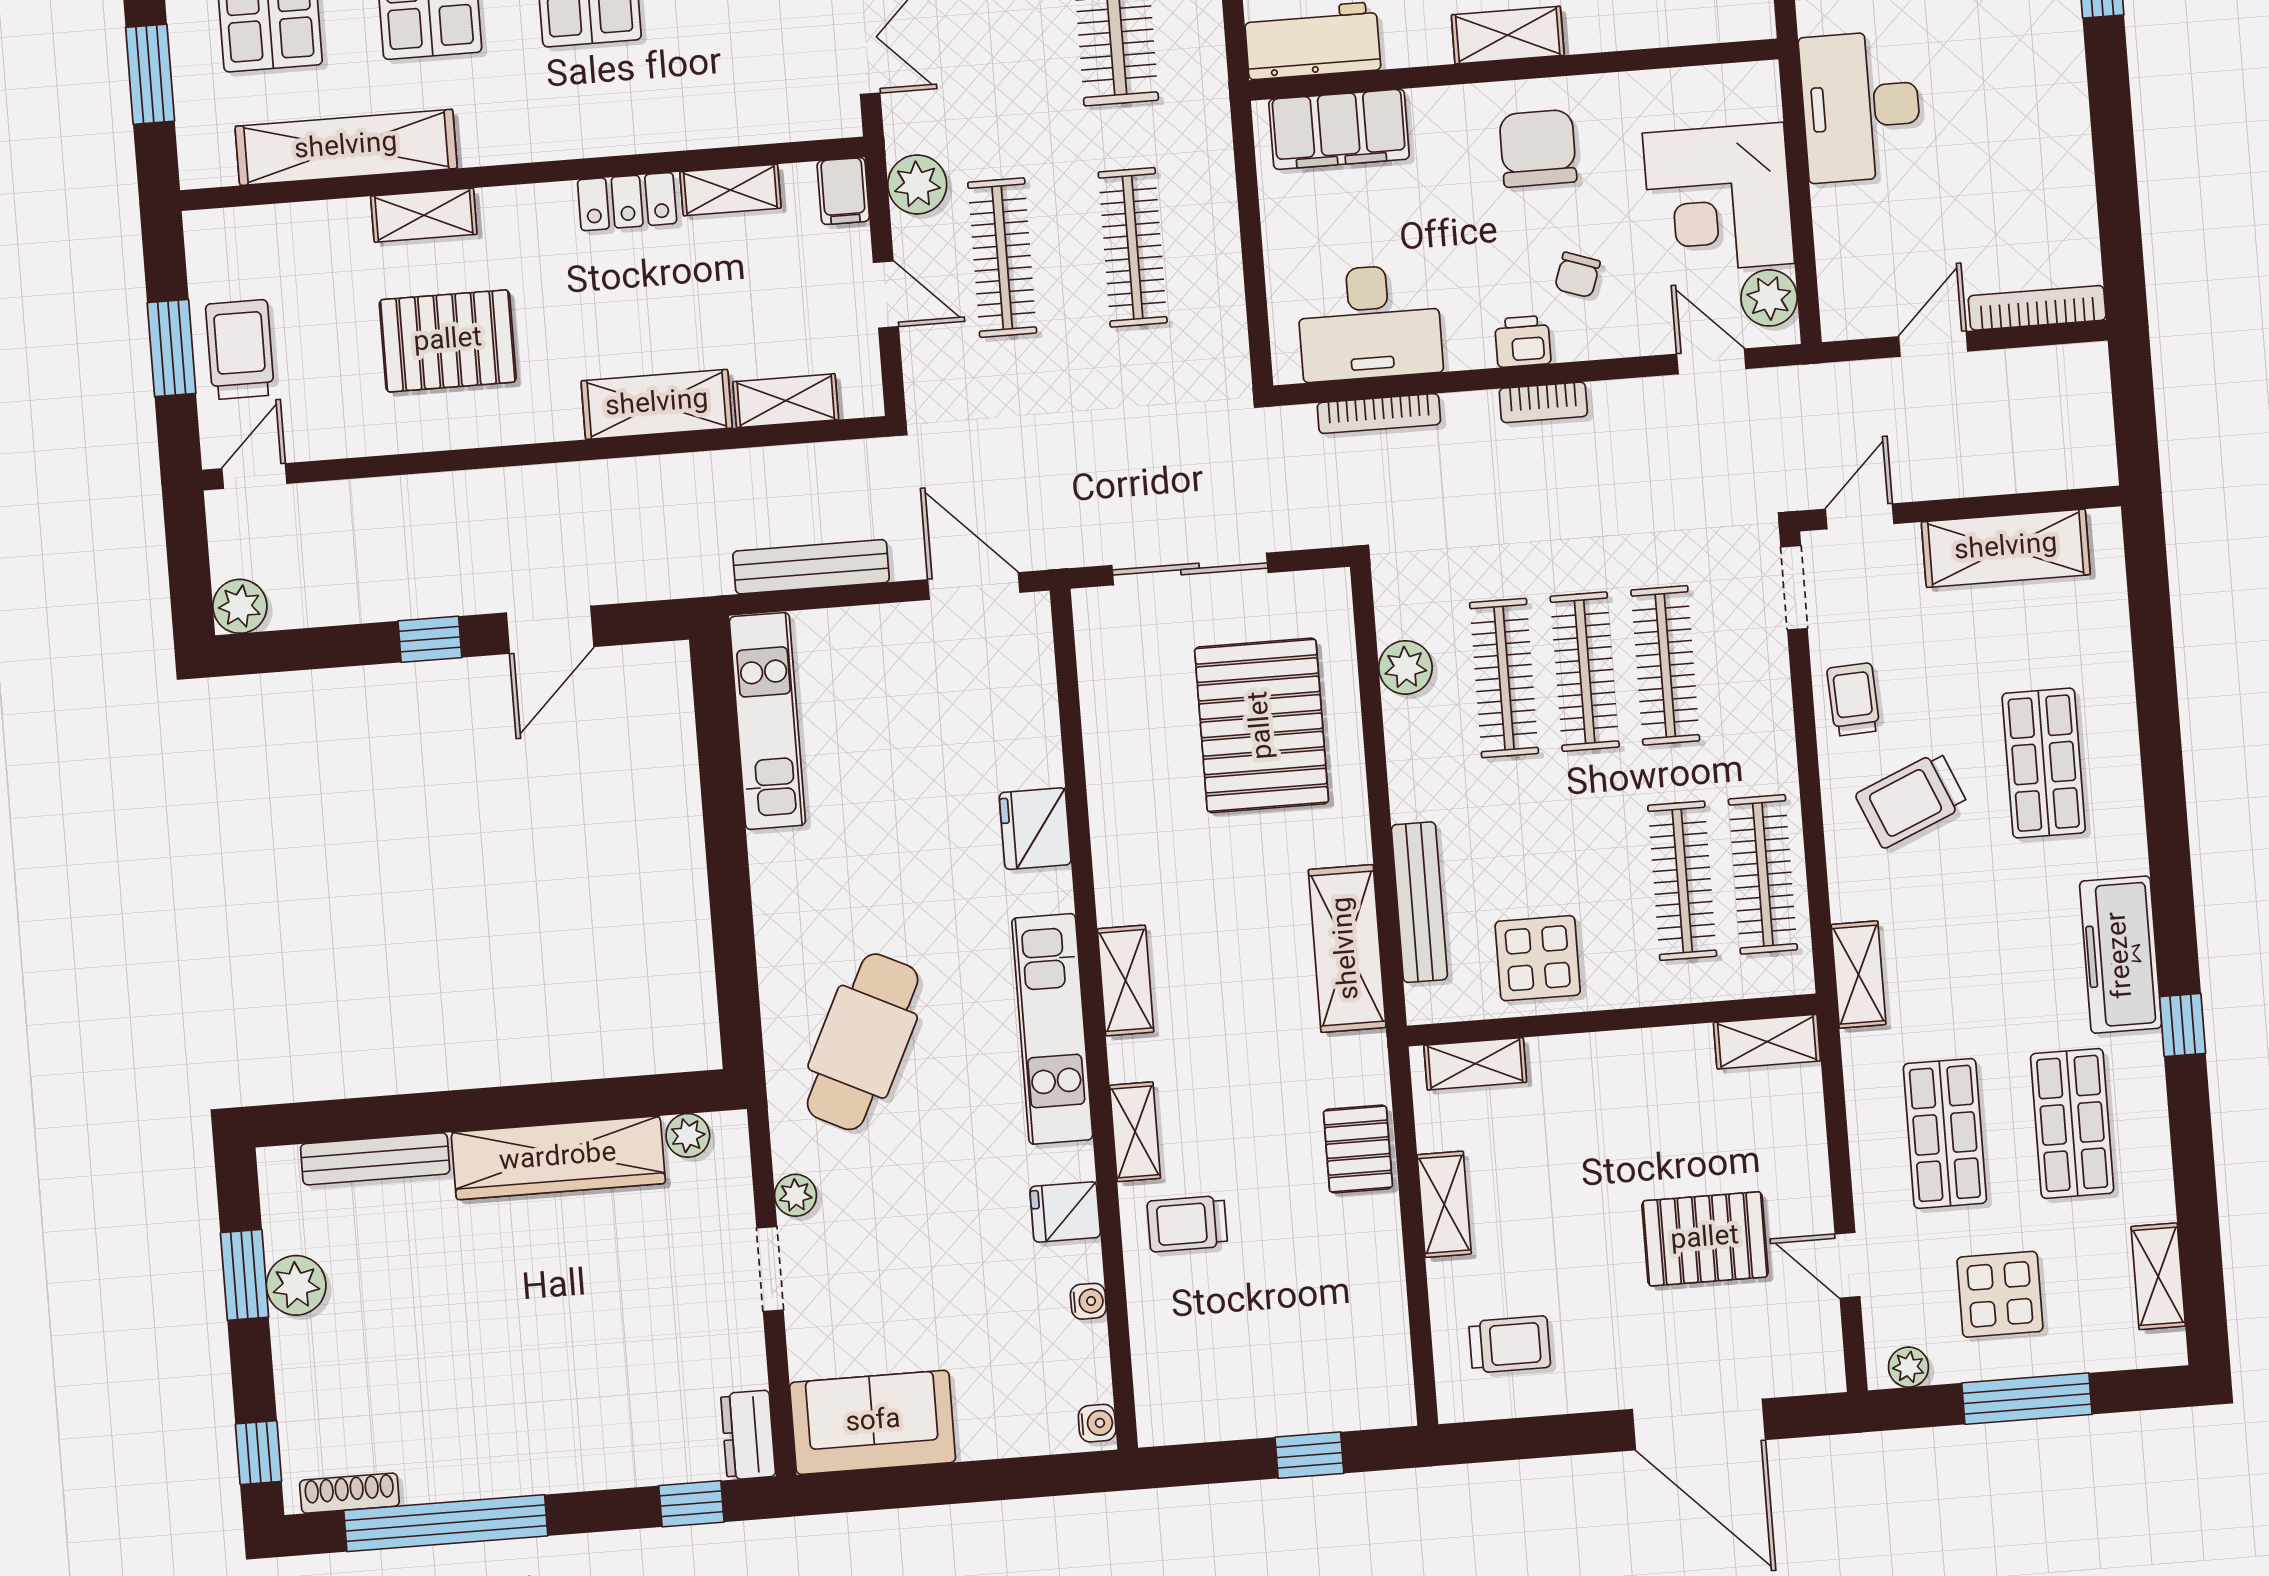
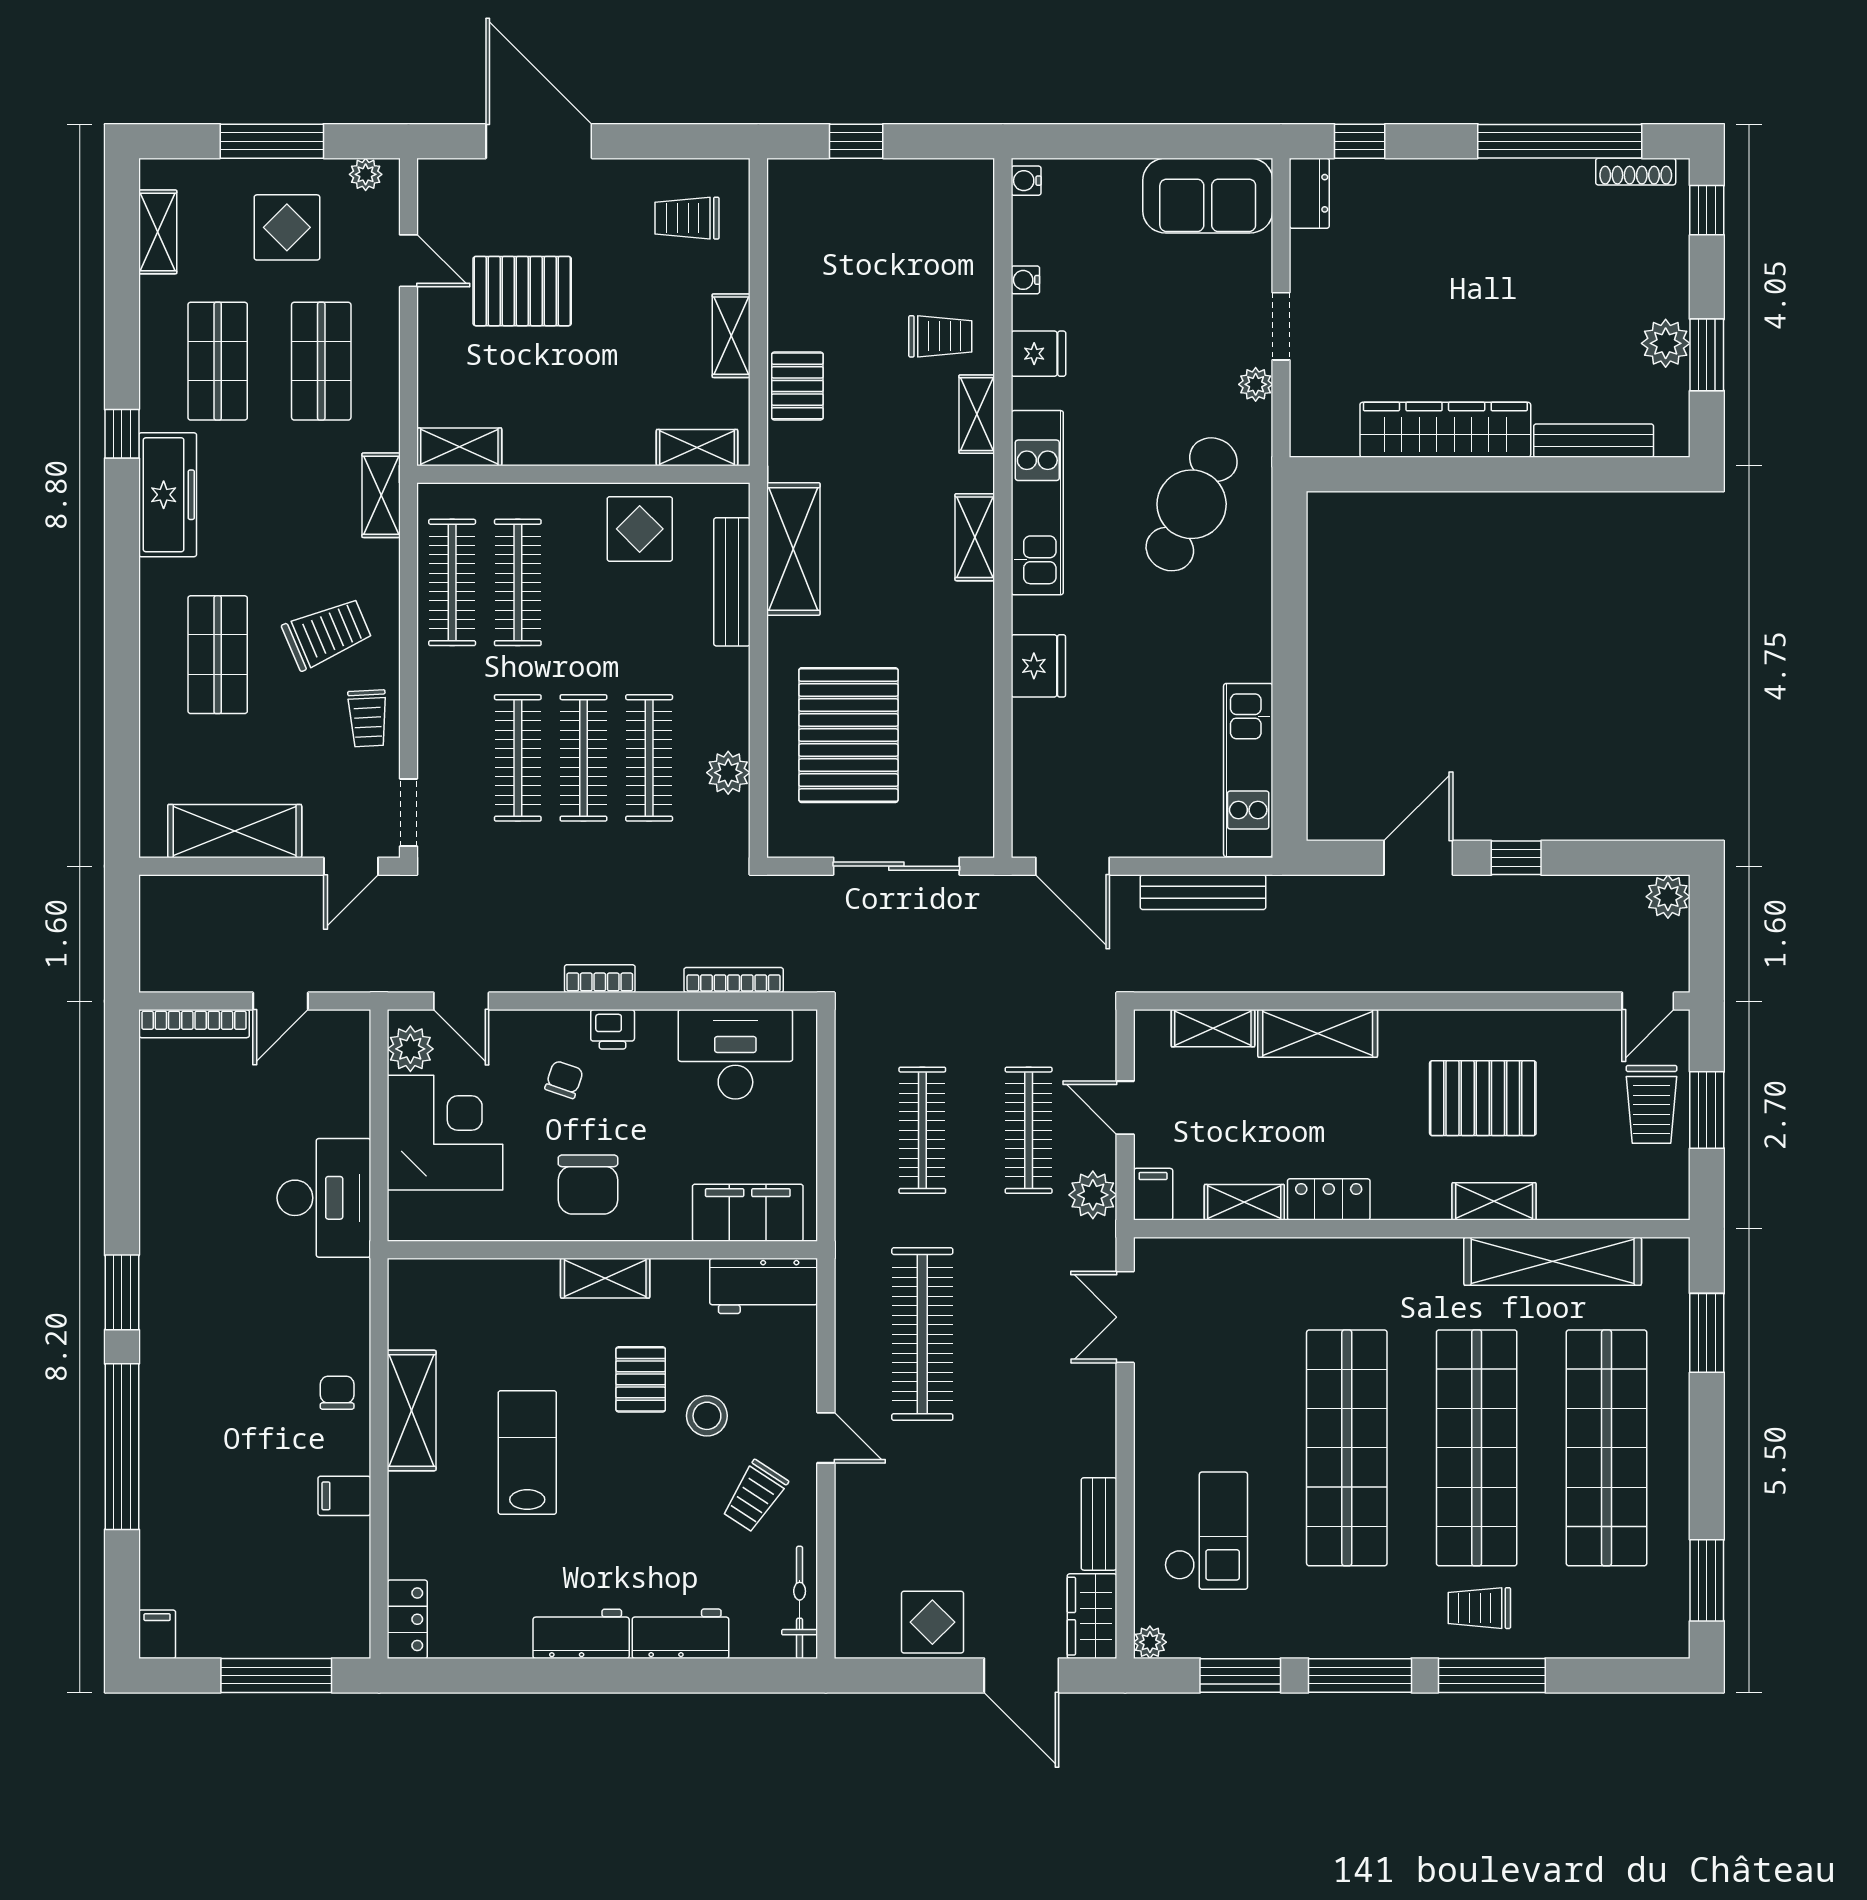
plant: (688, 1135) -> (1339, 440), removed

